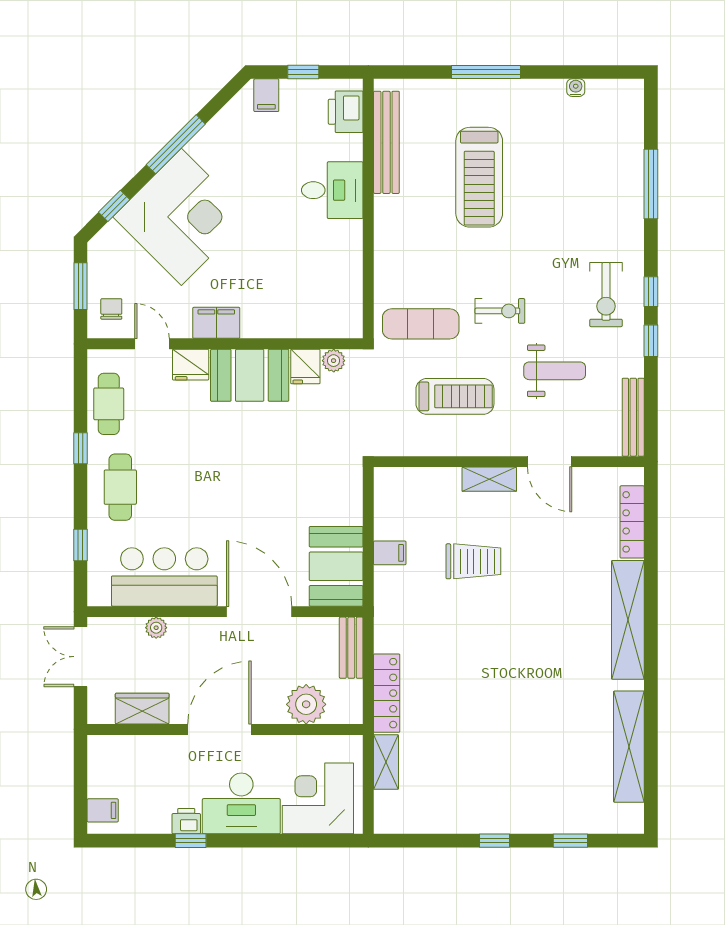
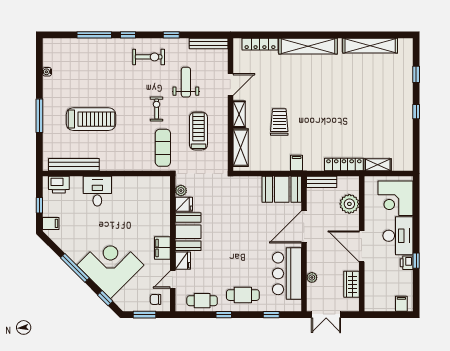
window: (651, 292) -> (128, 35), moved
shelving: (421, 482) -> (241, 148), added
filing cabinet: (390, 553) -> (297, 163), moved

